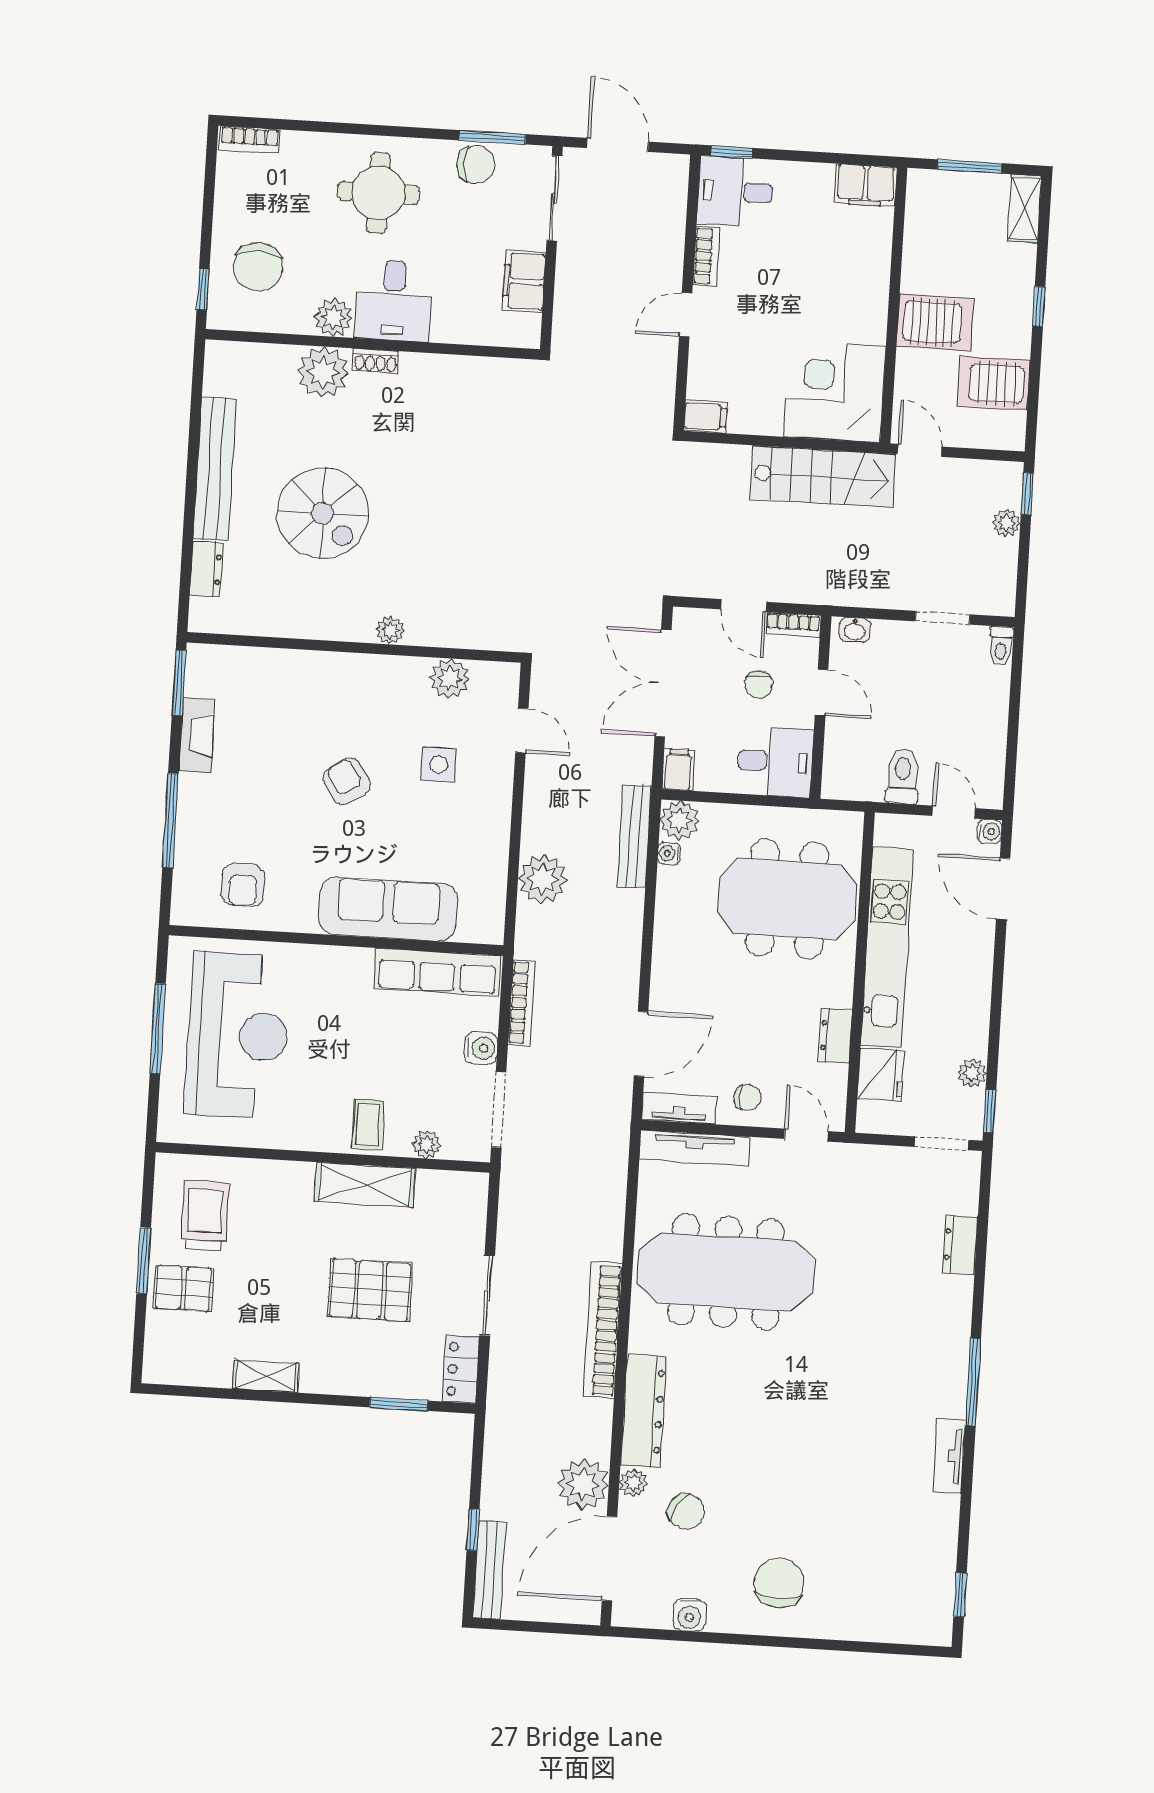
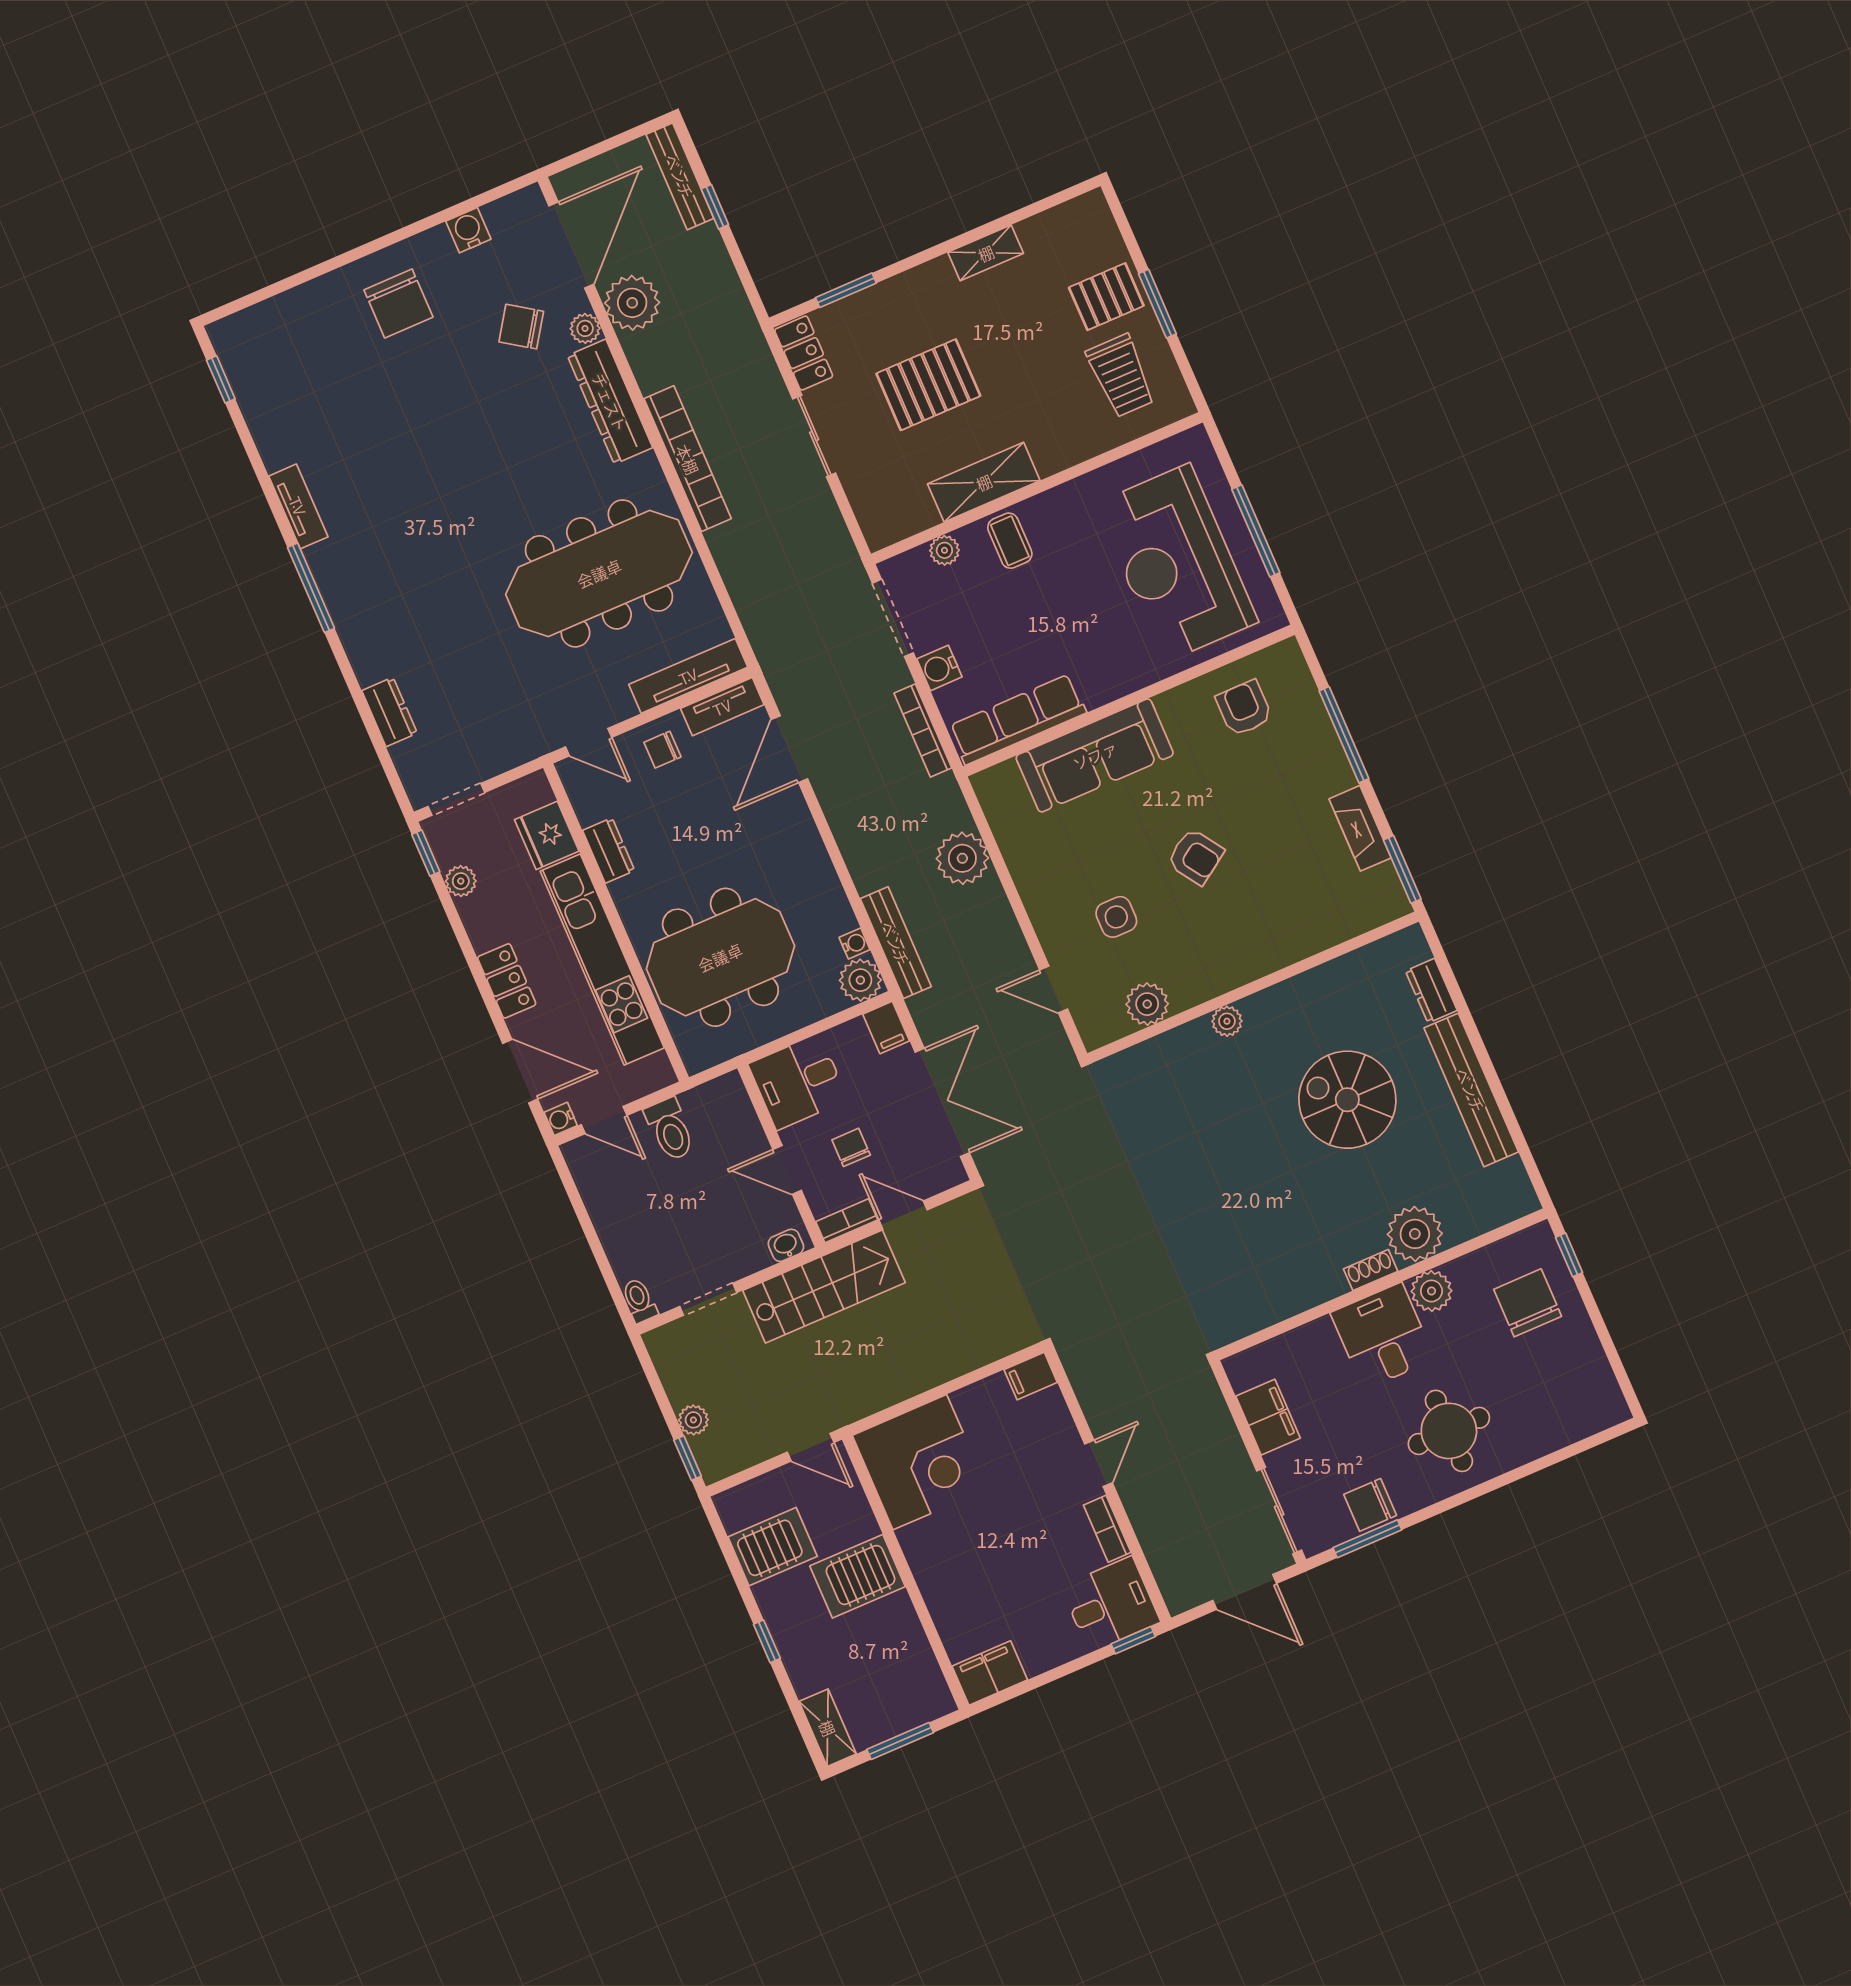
bookcase: (250, 139) -> (1597, 1420), removed
stairs: (823, 477) -> (824, 1287), moved, turned 180
locker: (976, 970) -> (507, 981), added

